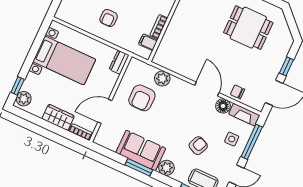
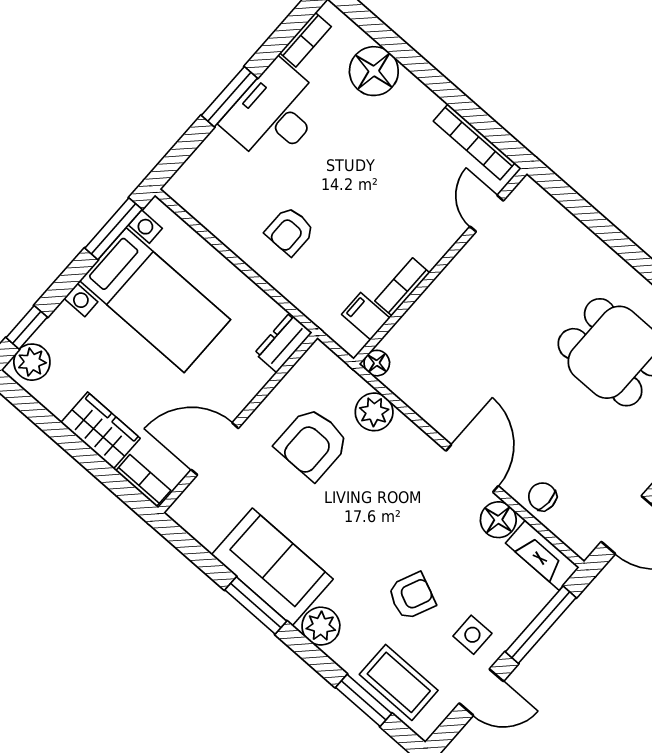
window: (40, 38) -> (113, 229), added
floor lamp: (158, 59) -> (377, 363), added
side table: (232, 139) -> (472, 635), moved

